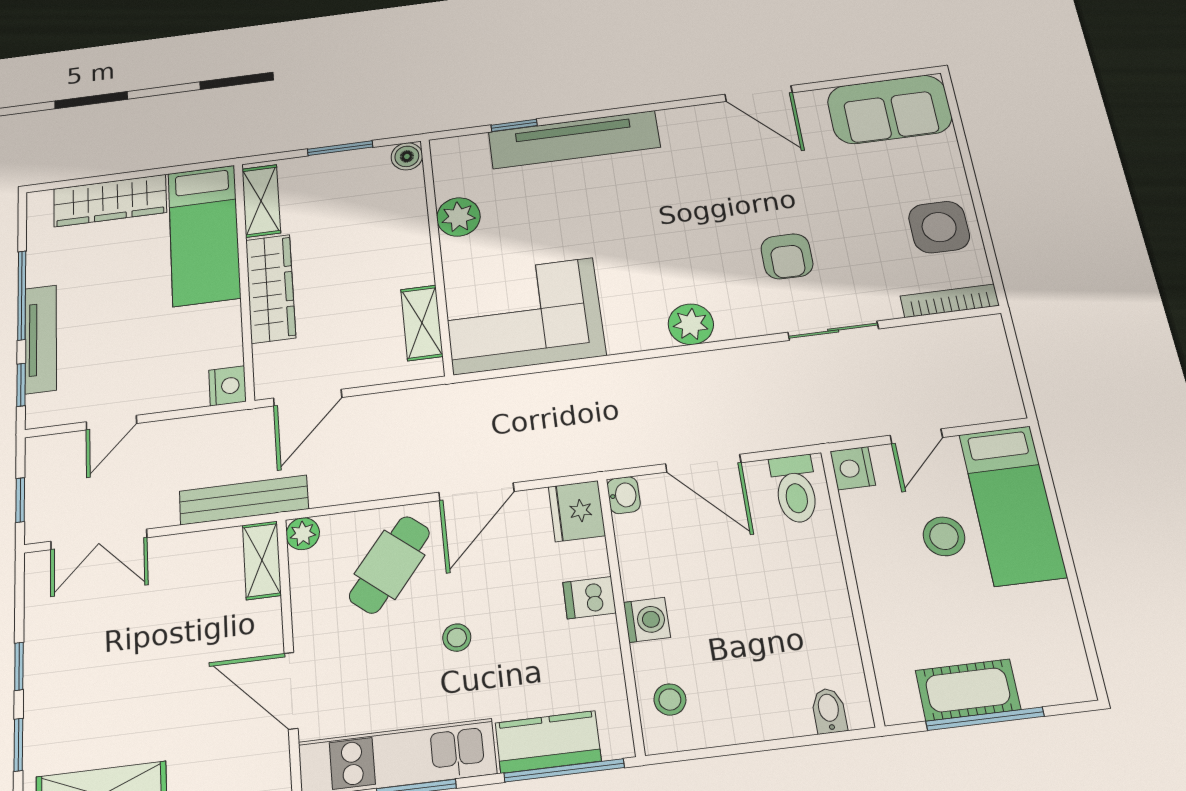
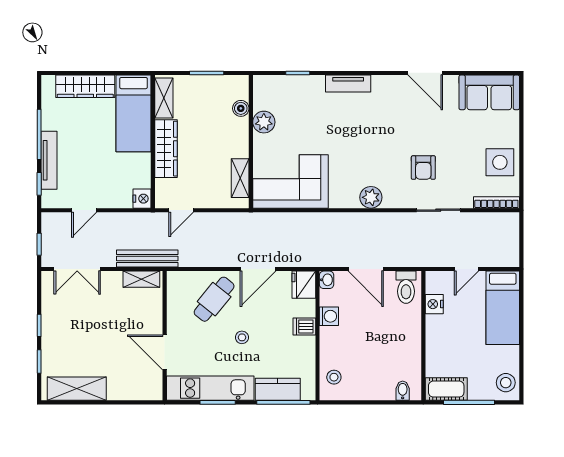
tv unit: (574, 140) -> (348, 84), width x0.52, depth x0.78
boiler: (407, 156) -> (241, 108), moved
door: (308, 398) -> (181, 210), width x0.73
nightstand: (853, 468) -> (434, 304), moved
plant: (303, 534) -> (174, 279), removed
stool: (944, 536) -> (506, 383), moved
shelving: (262, 560) -> (141, 279), moved, turned 90
washing machine: (647, 620) -> (329, 316), moved
cot: (968, 690) -> (446, 389), moved

